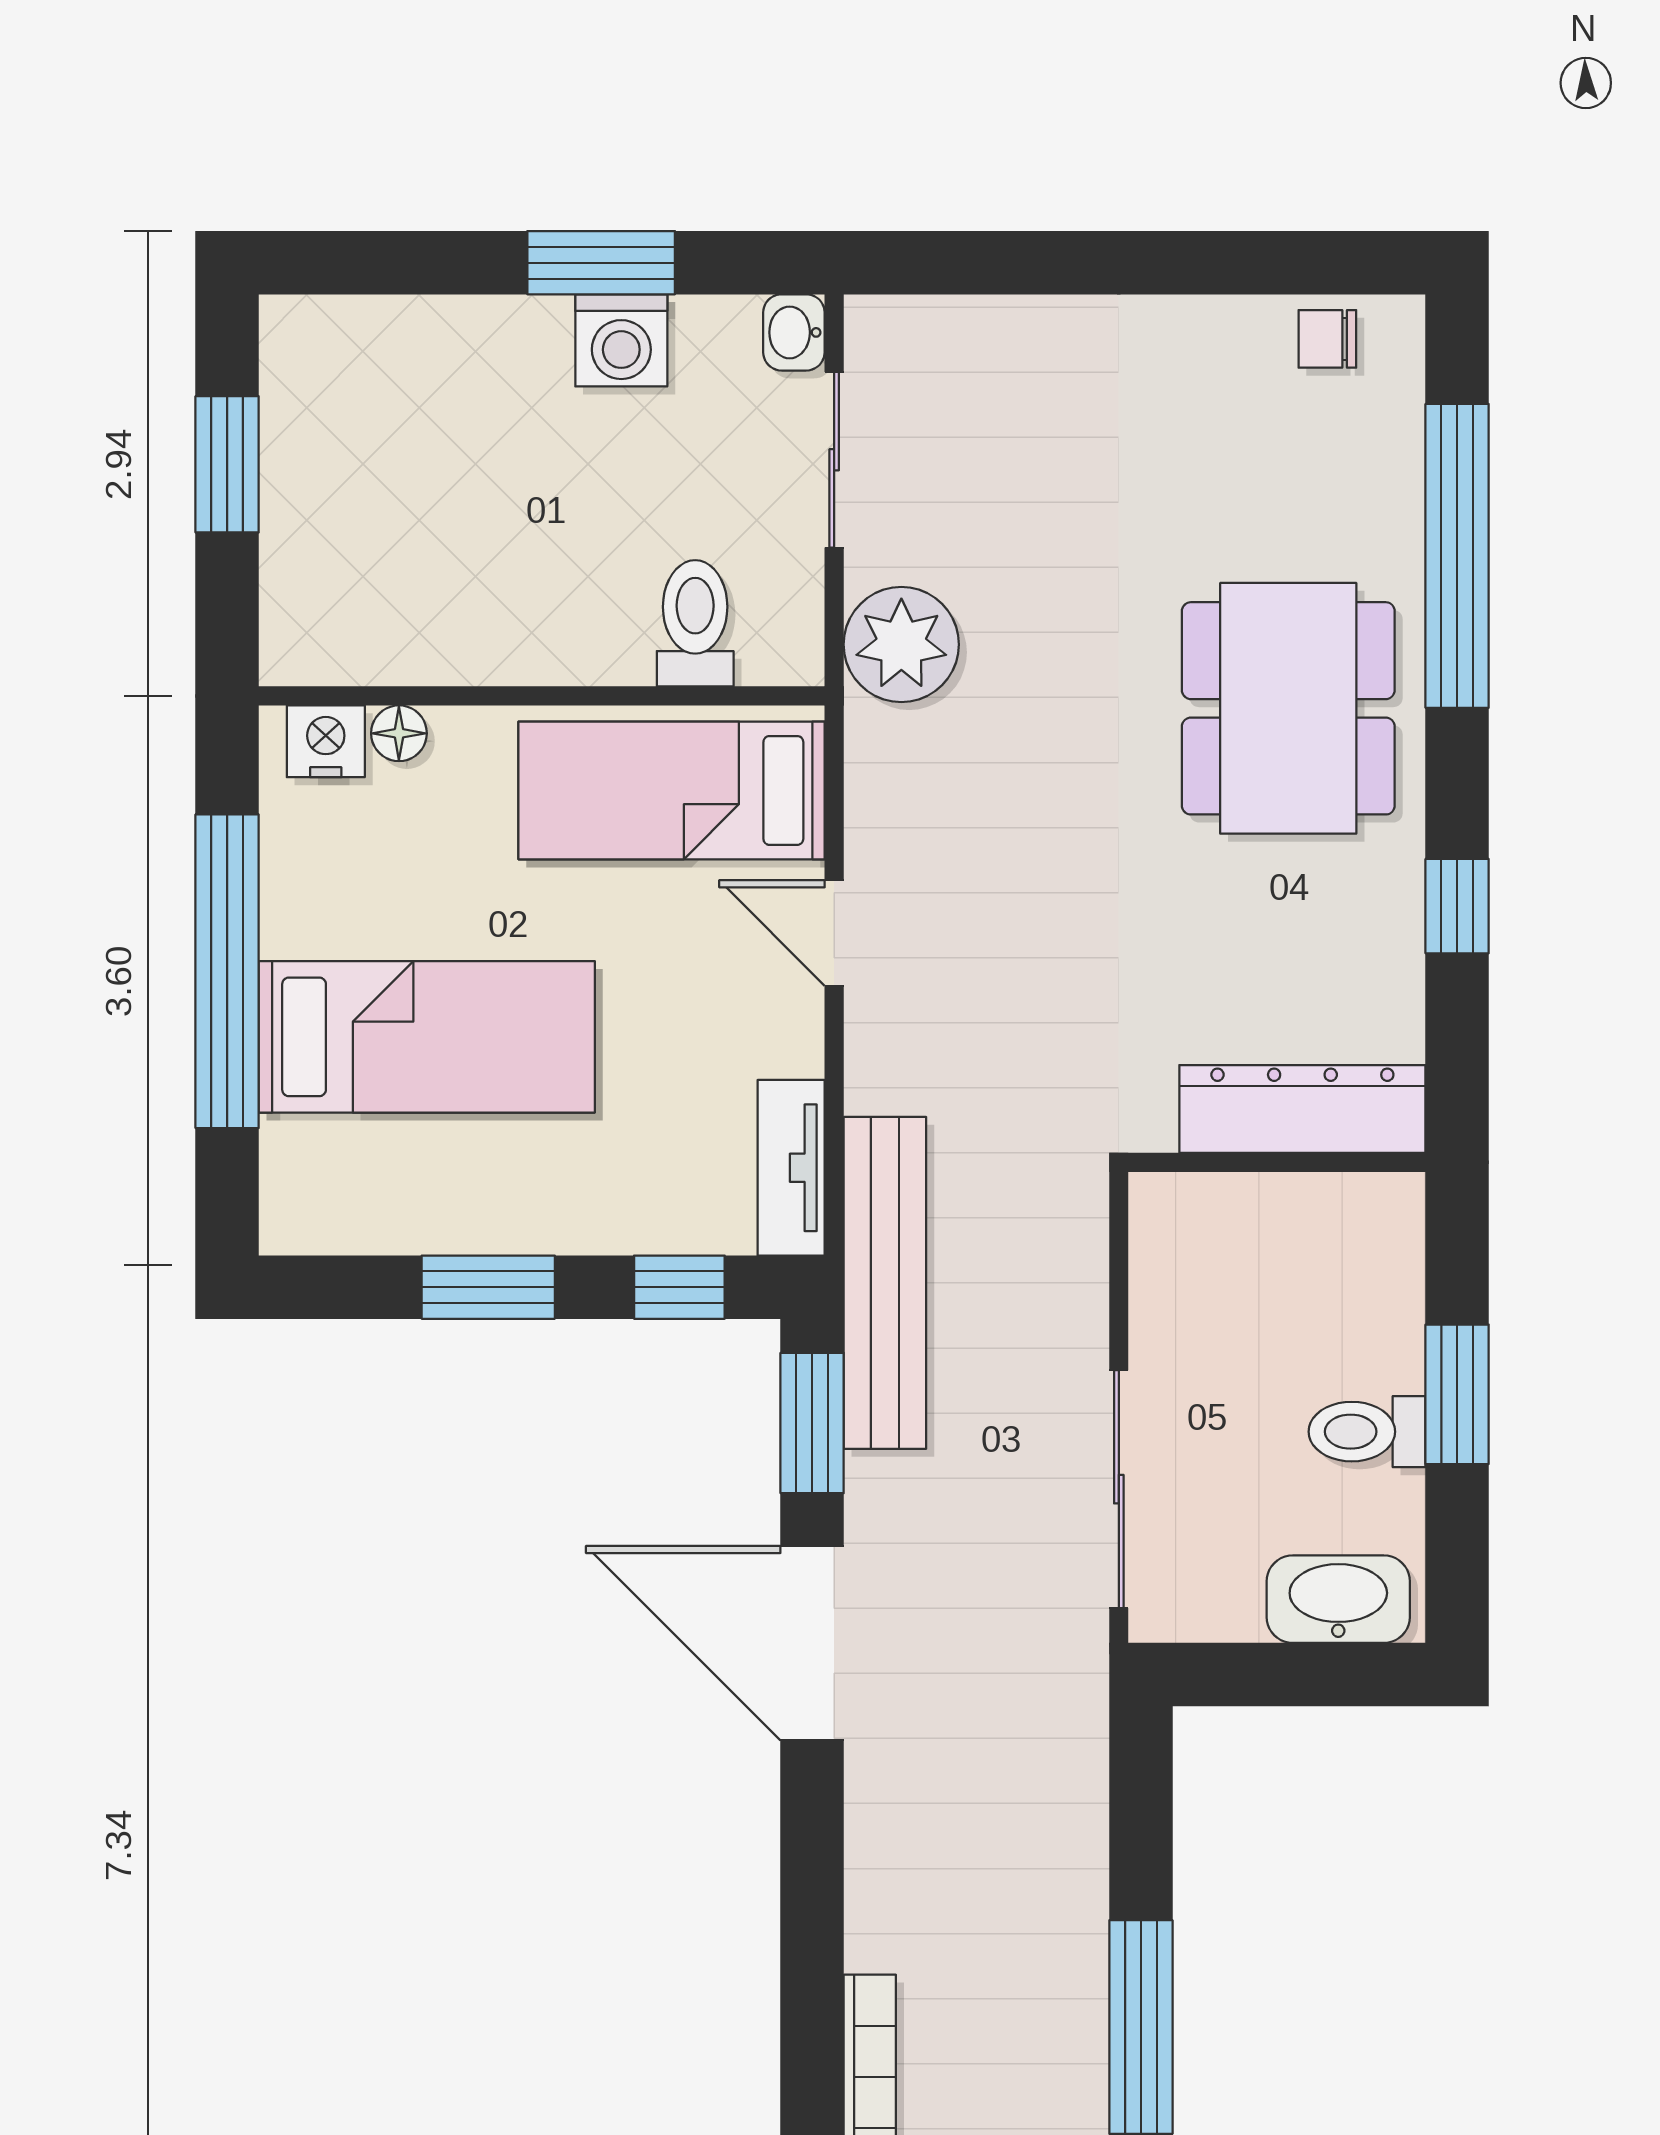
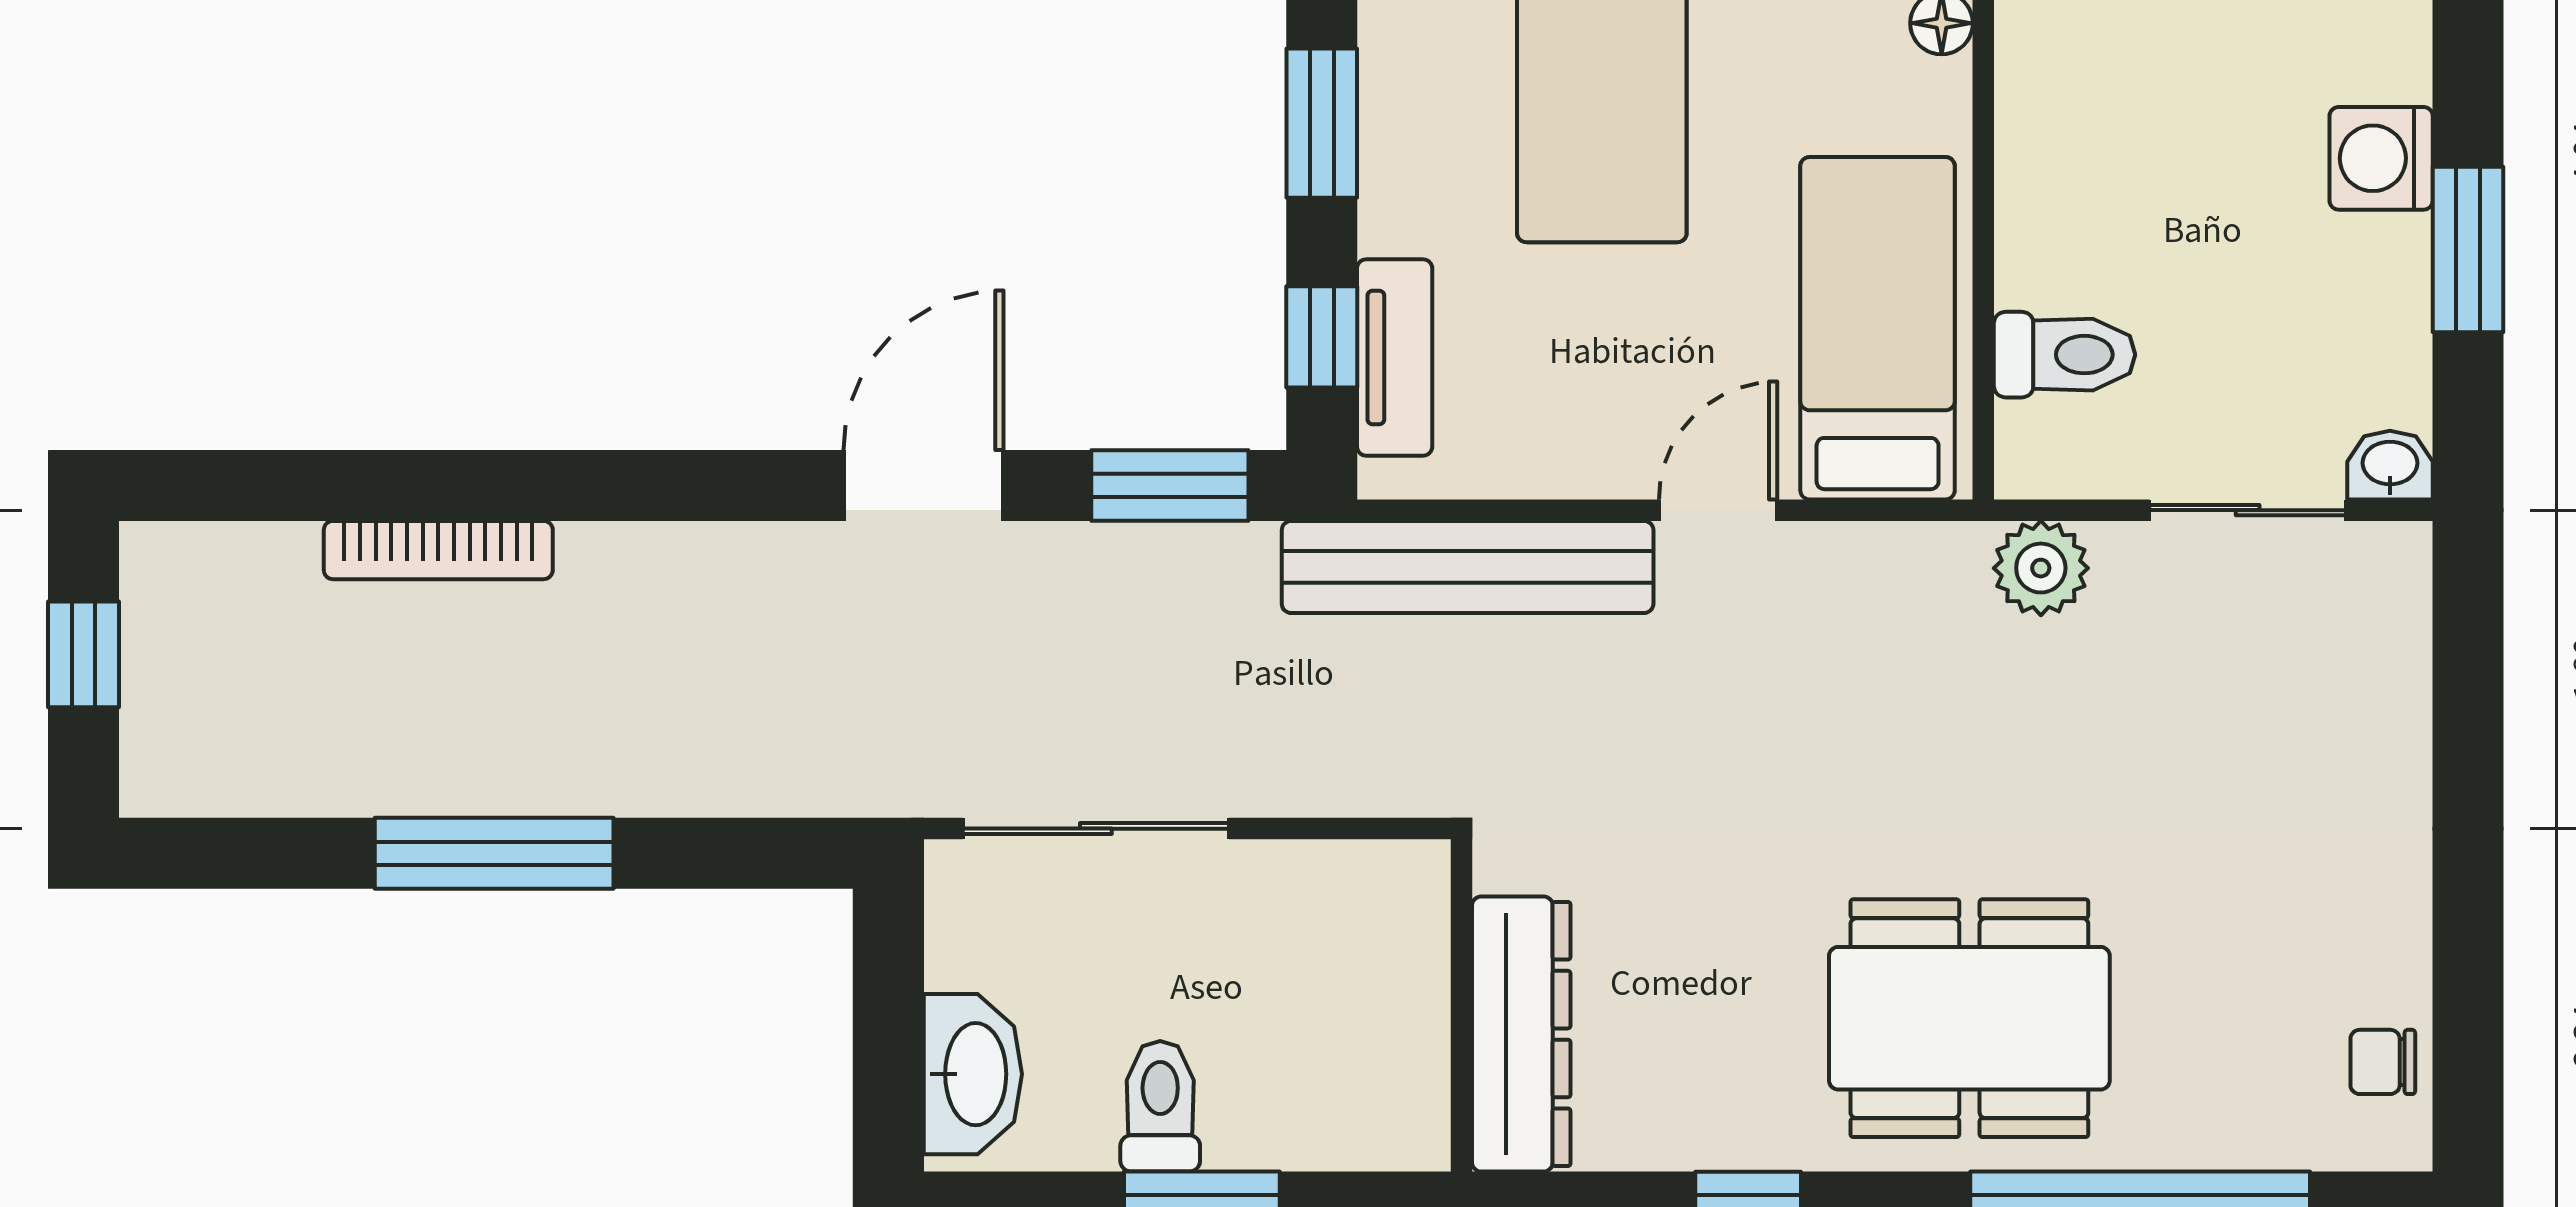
chair: (1327, 339) -> (2383, 1062), turned -90
washing machine: (621, 340) -> (2381, 158), moved
plant: (901, 644) -> (2041, 568), width x0.73, depth x0.73
tv unit: (791, 1168) -> (1395, 358), moved, turned 90
bench: (885, 1283) -> (1468, 567), moved
door: (812, 1643) -> (924, 485), width x0.73

